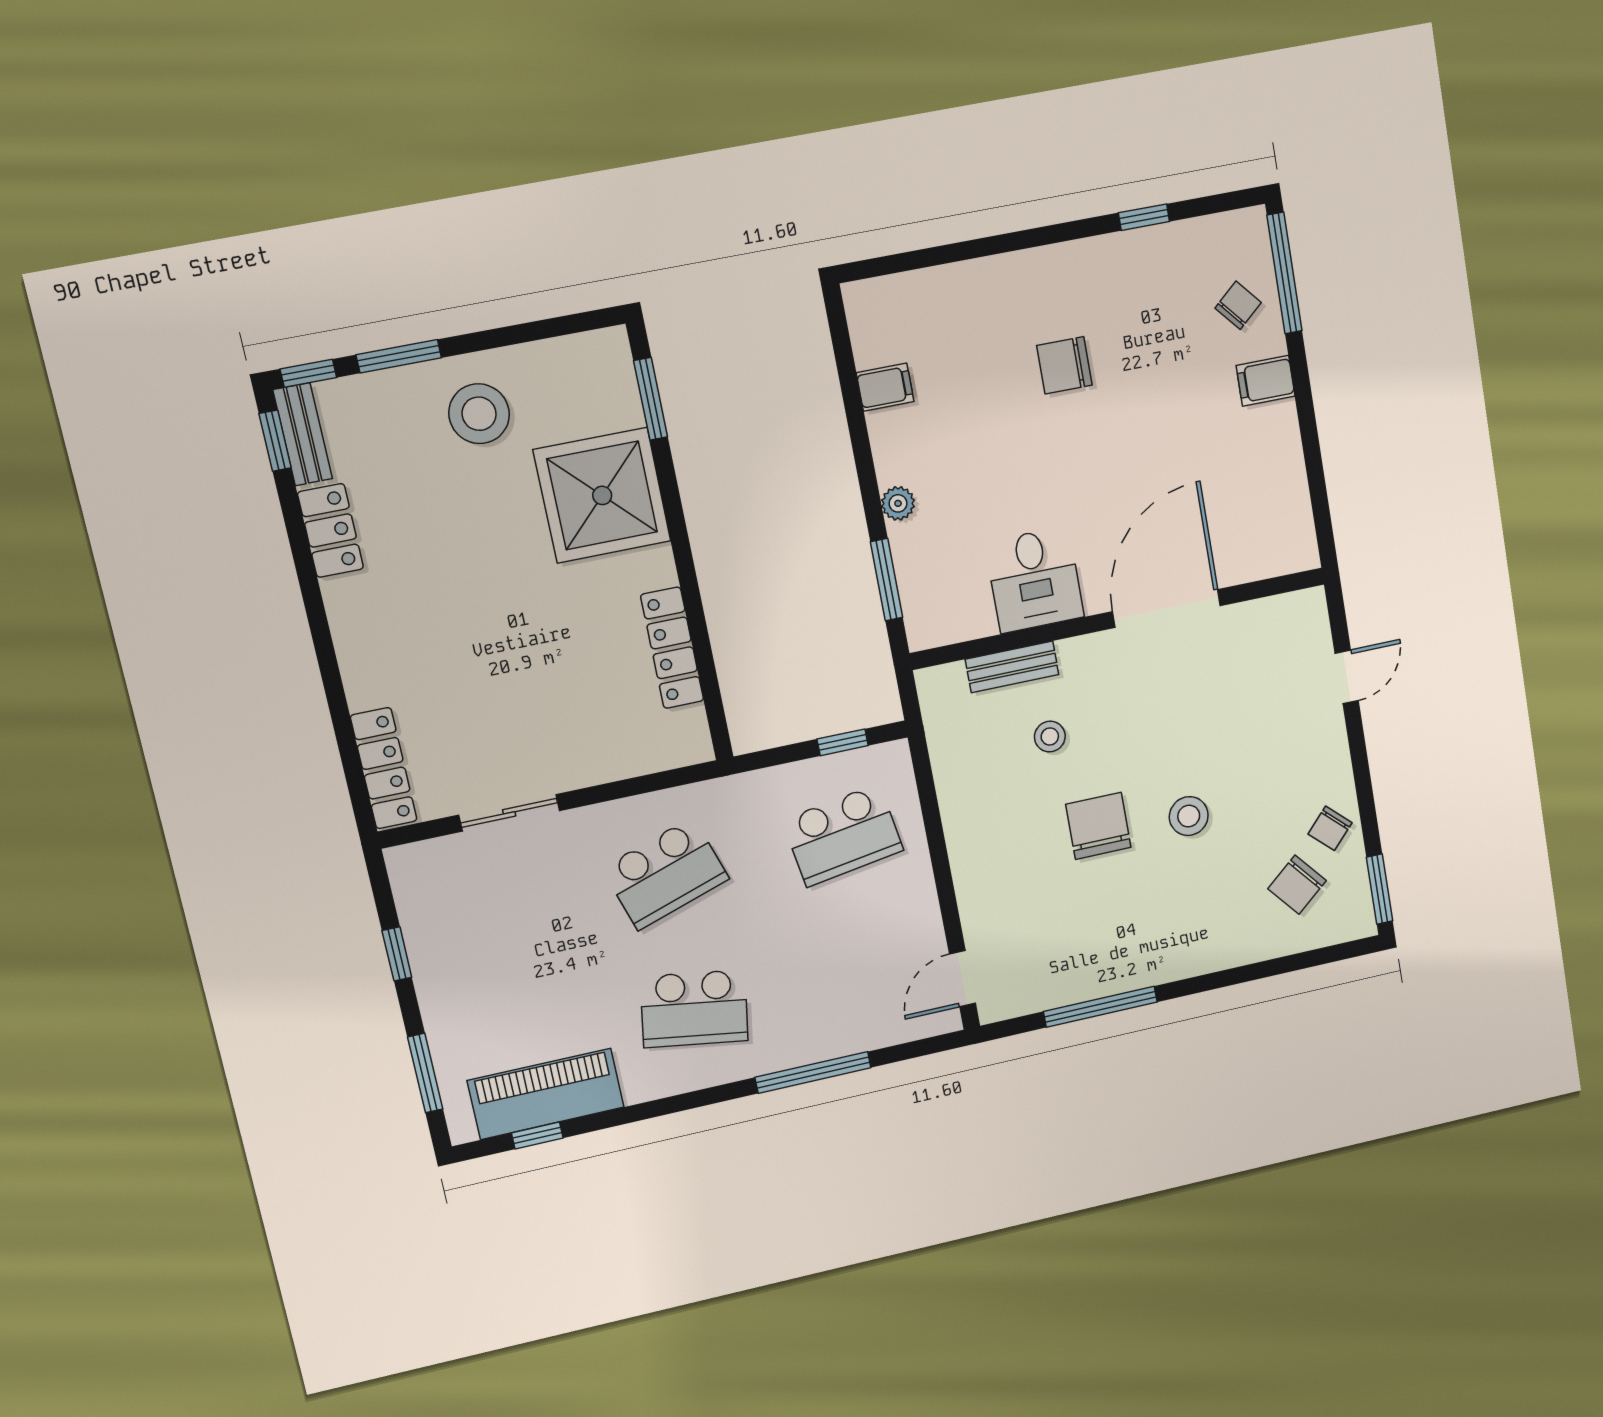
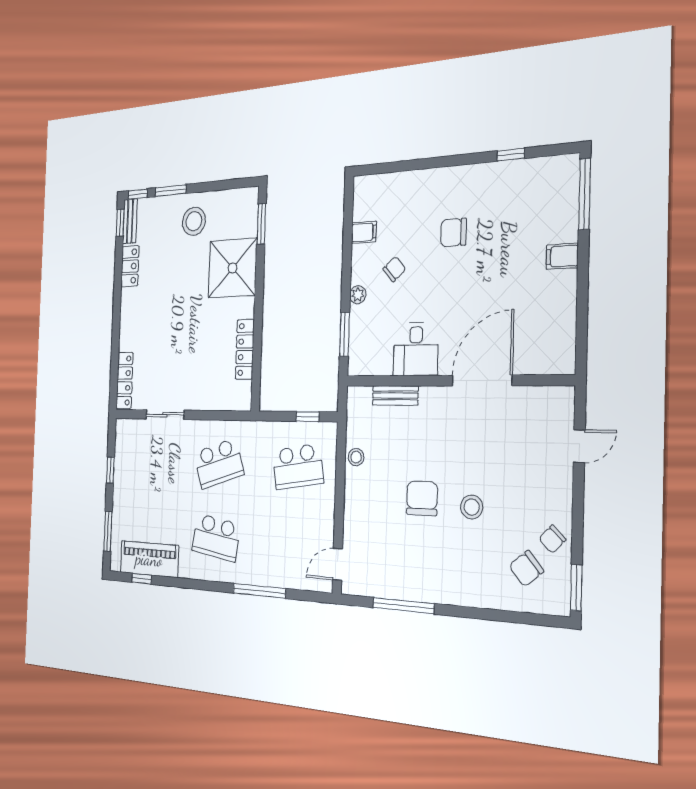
chair: (1238, 305) -> (394, 269), moved
stool: (1050, 737) -> (356, 457), moved

